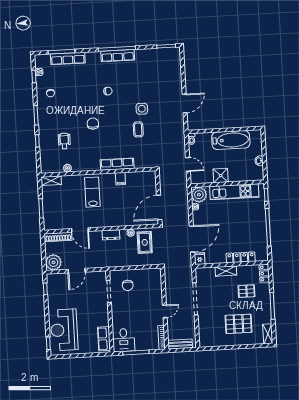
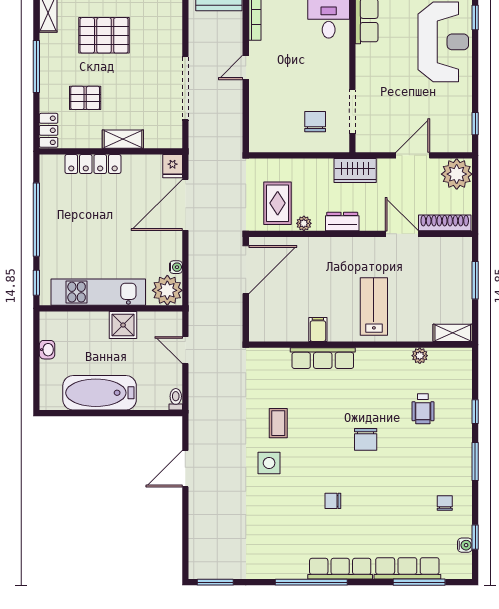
row of seats: (118, 56) -> (340, 569), moved
lab bench: (92, 192) -> (374, 306), turned 180
wardrobe: (106, 261) -> (355, 171), added

